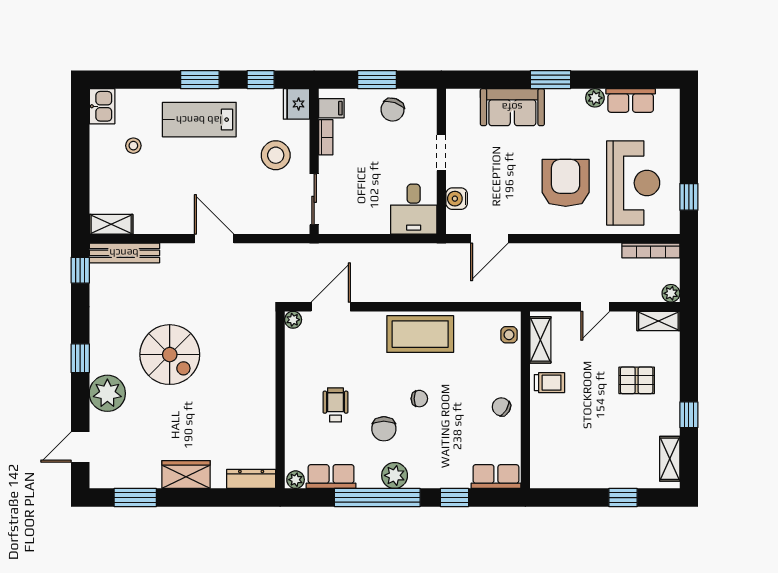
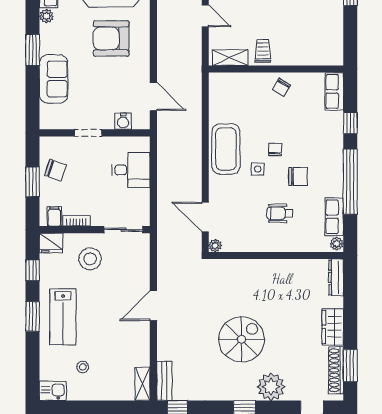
desk: (414, 209) -> (131, 170), moved
bench: (124, 253) -> (164, 381), width x0.73
side table: (509, 335) -> (258, 169), moved
plant: (395, 475) -> (333, 168), removed
shoe rack: (129, 479) -> (336, 370), added

